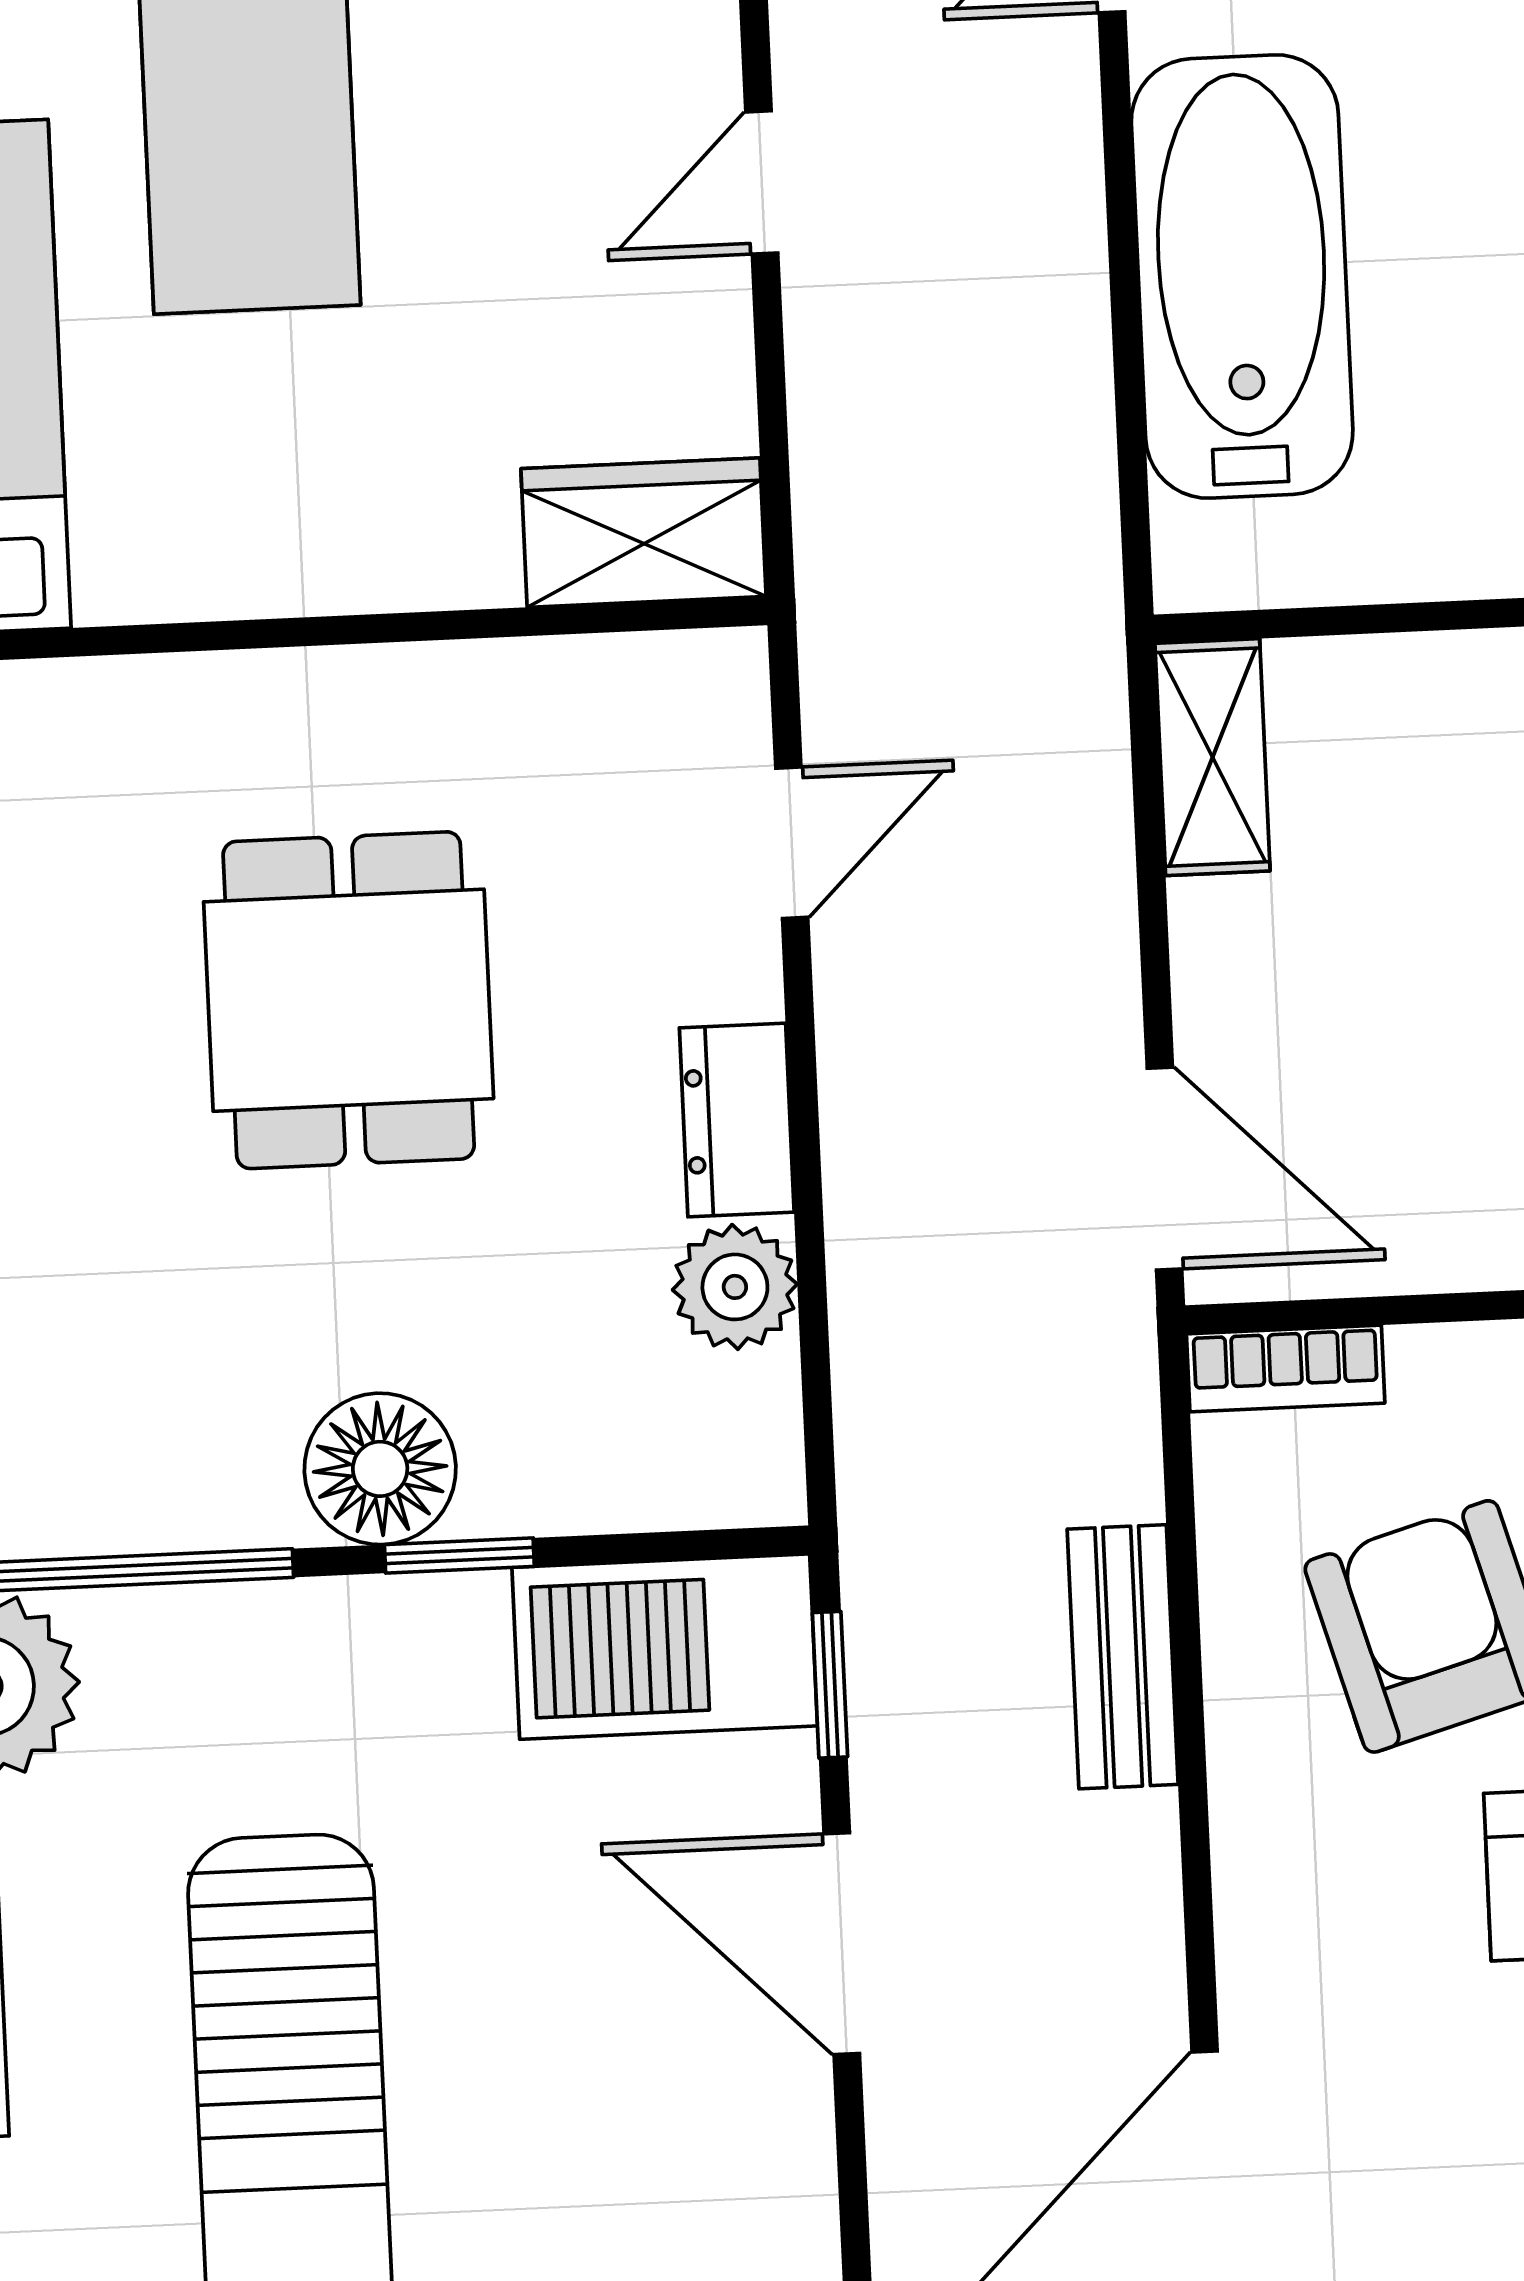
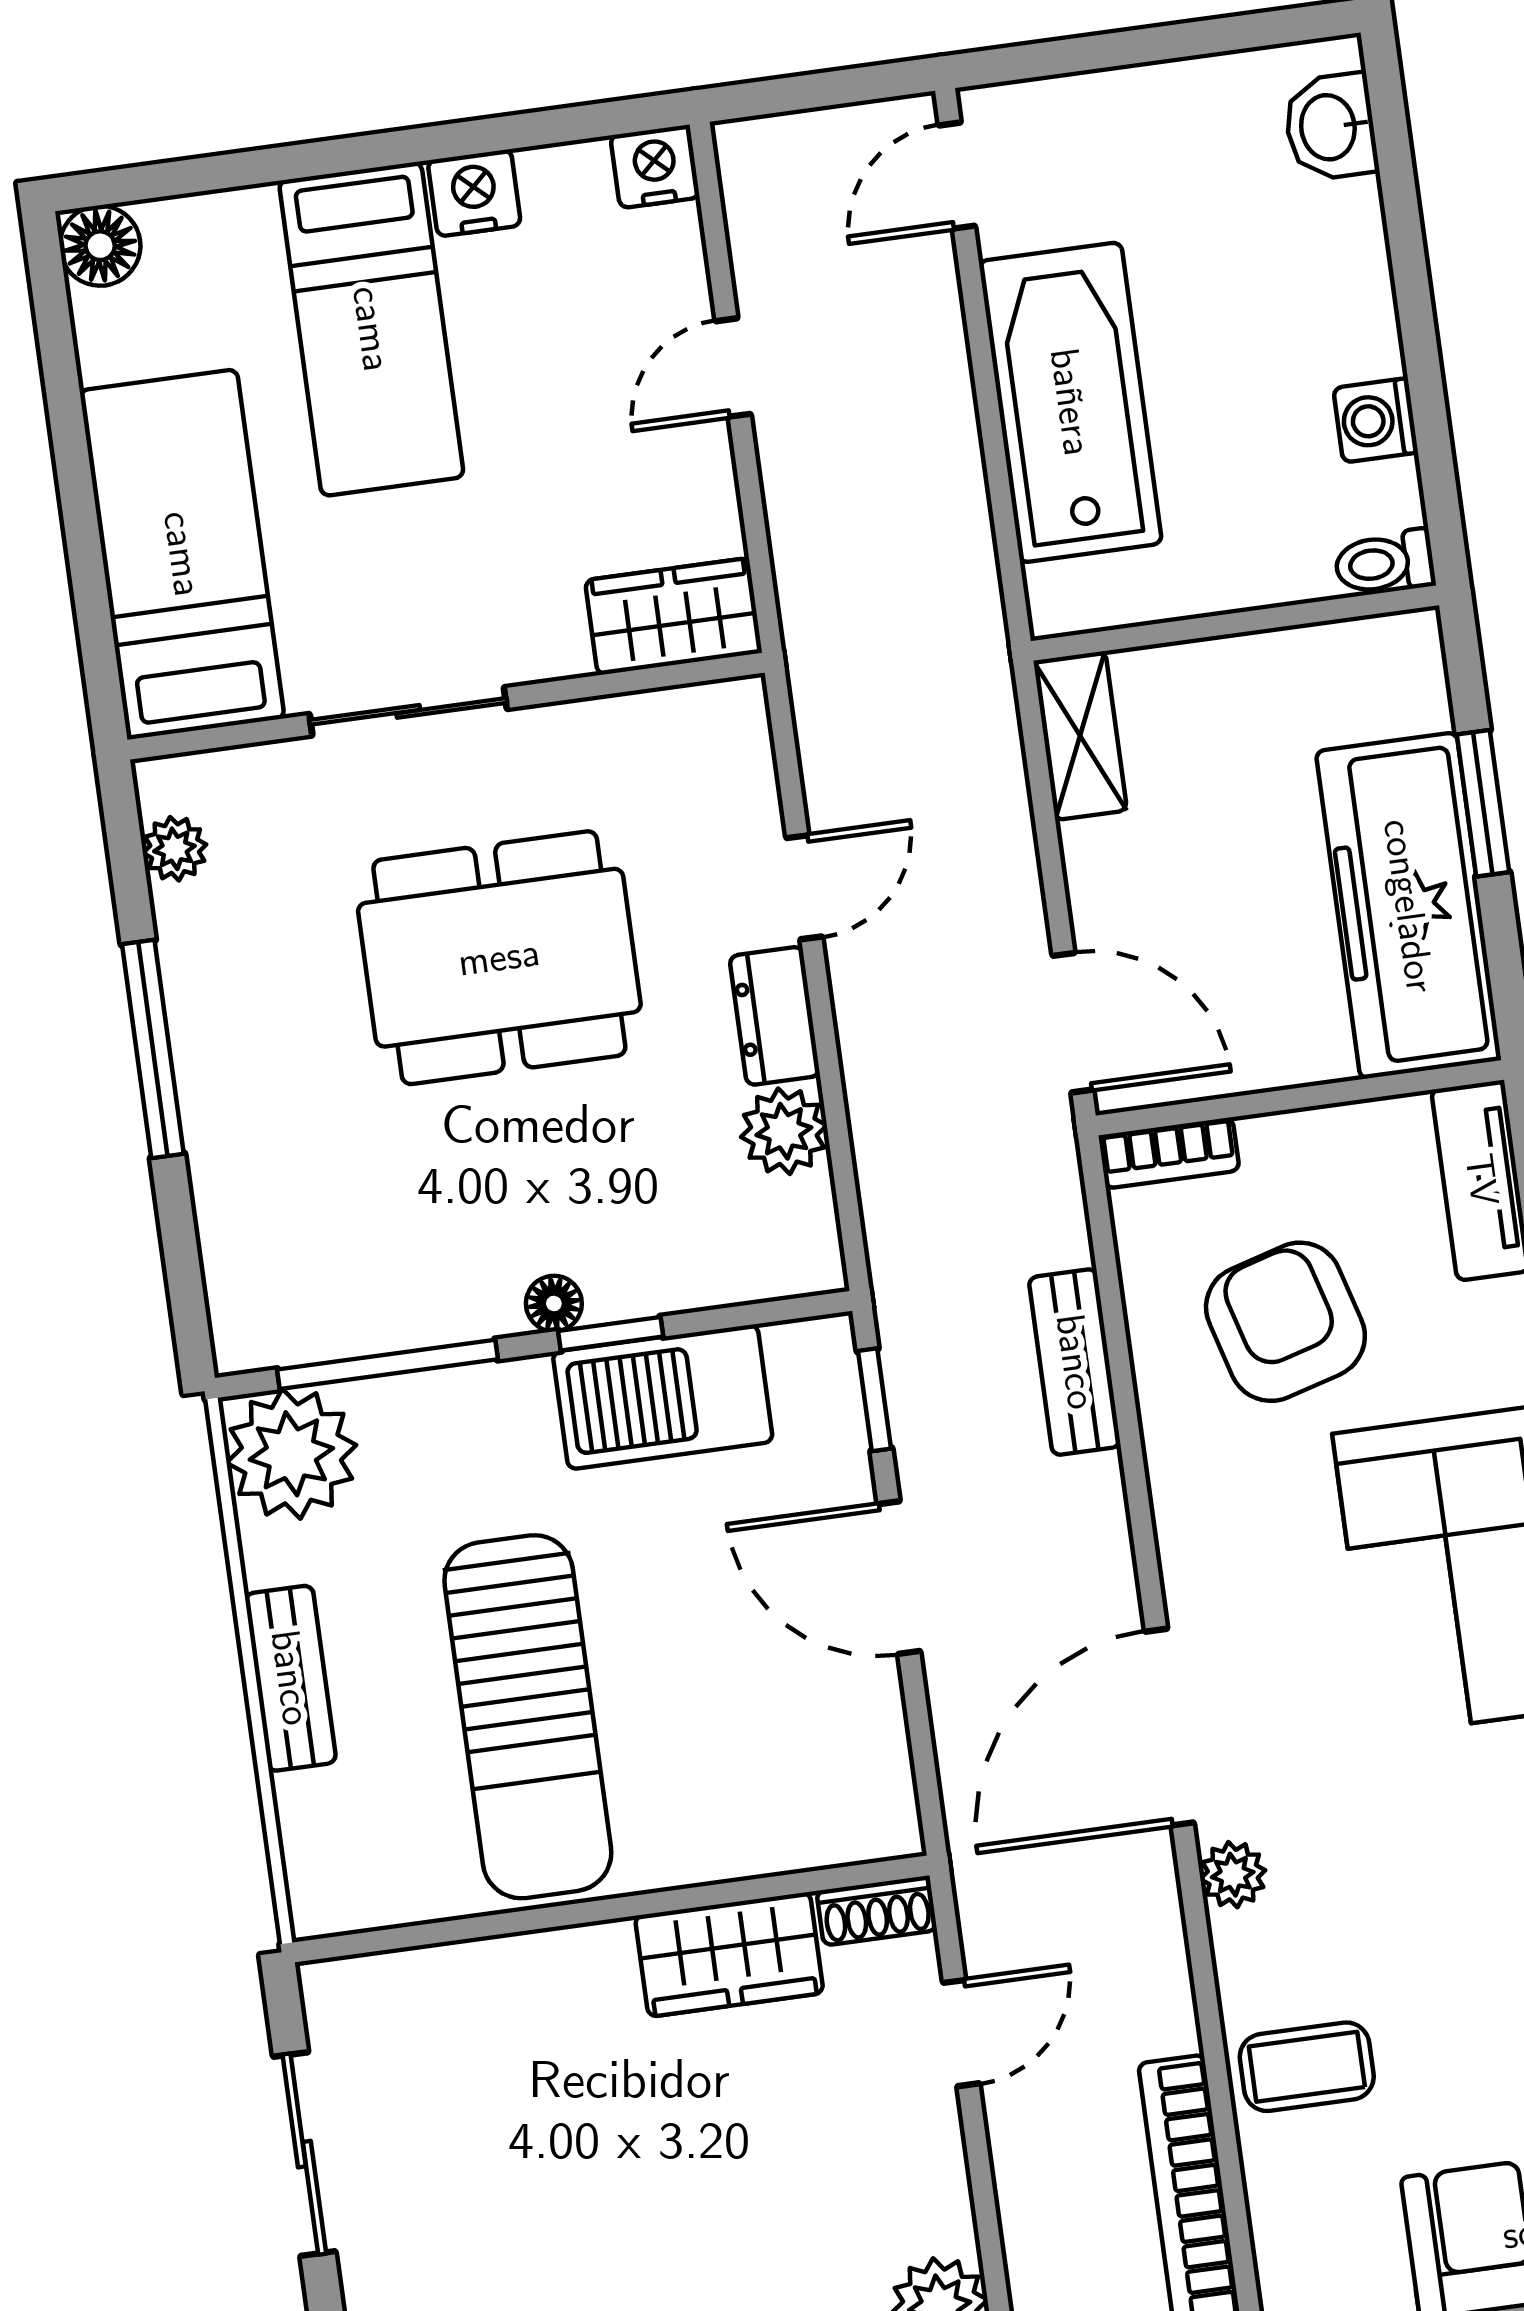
sliding door: (250, 634) -> (408, 711), added
door: (792, 843) -> (804, 887), moved
dining table: (349, 1000) -> (499, 958), width x1.37
floor lamp: (380, 1469) -> (554, 1303), width x0.53, depth x0.53
barbecue: (665, 1647) -> (663, 1397), moved

